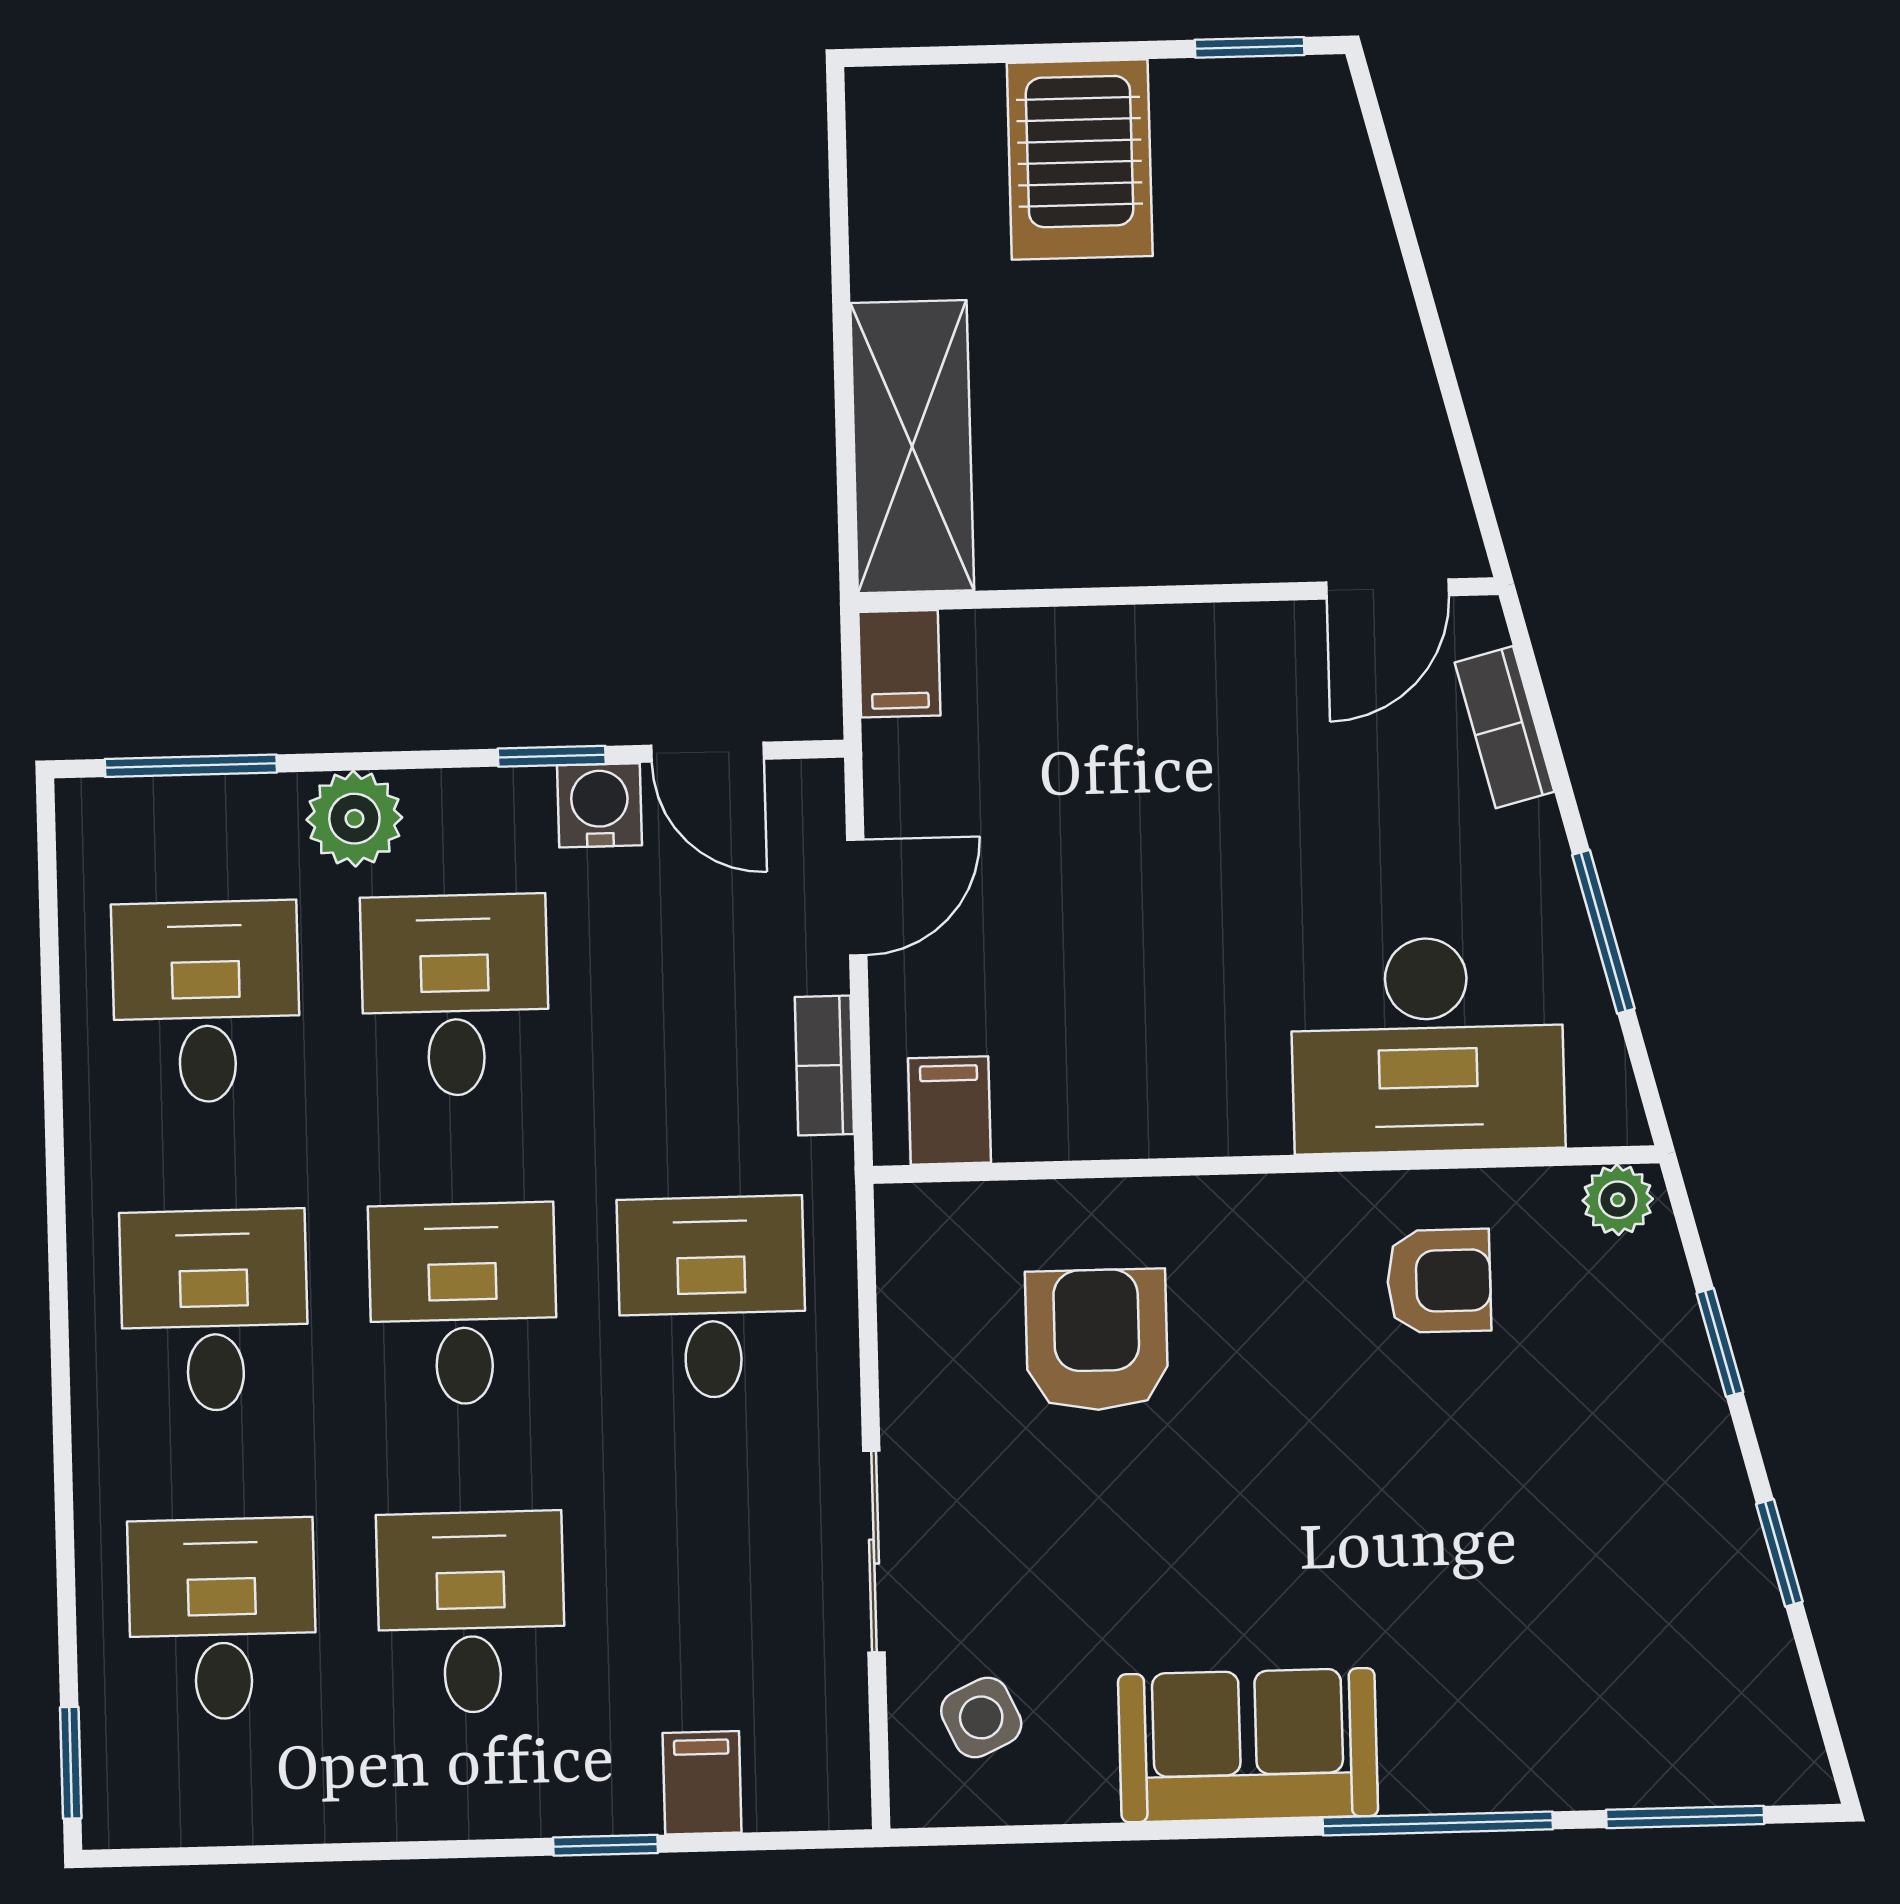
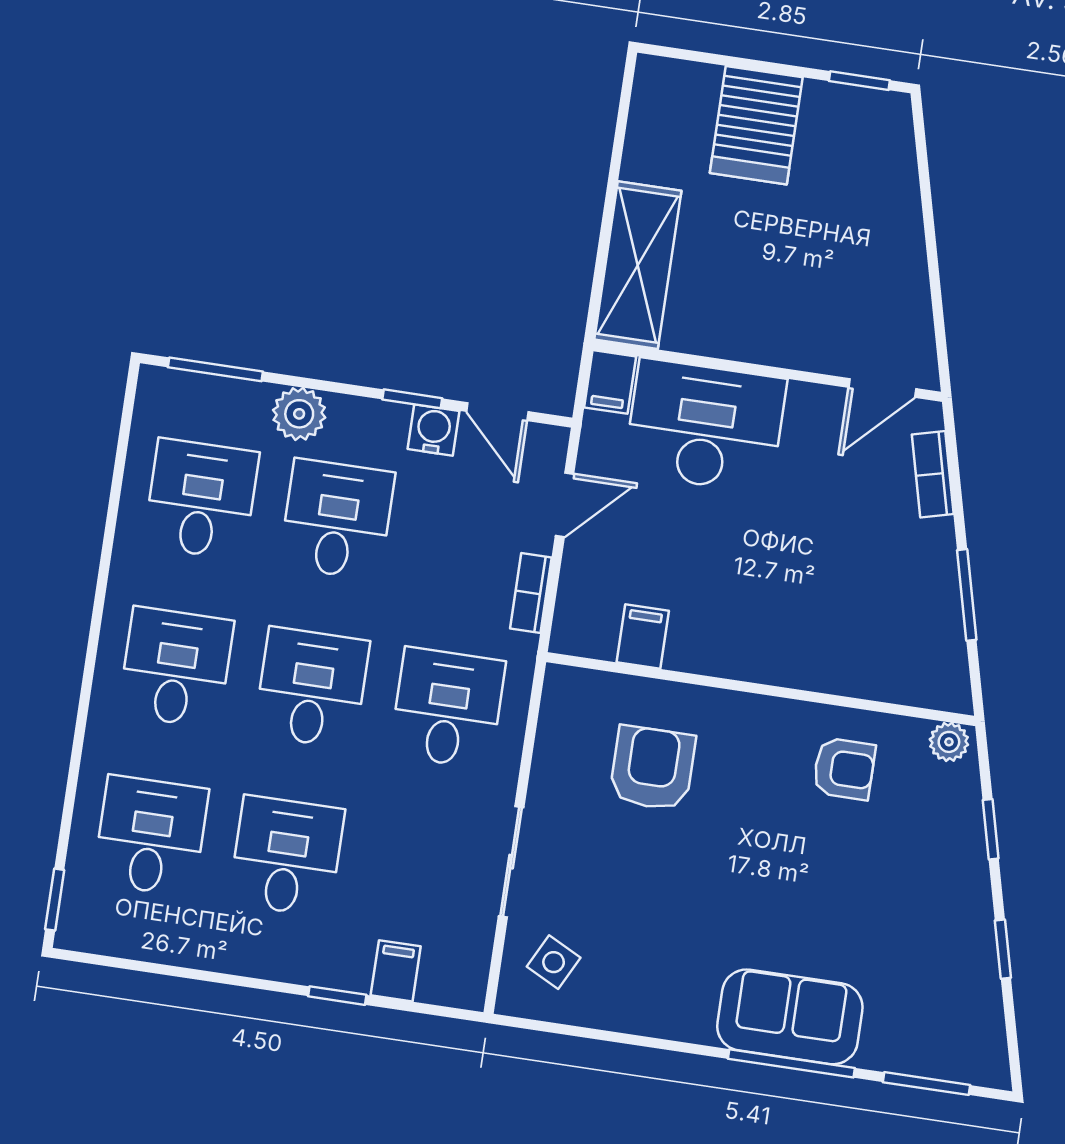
desk: (1427, 1045) -> (705, 426), moved, turned 180
filing cabinet: (949, 1110) -> (643, 637), moved
side table: (981, 1717) -> (554, 962), turned -38
sofa: (1248, 1745) -> (790, 1017), moved

